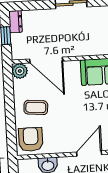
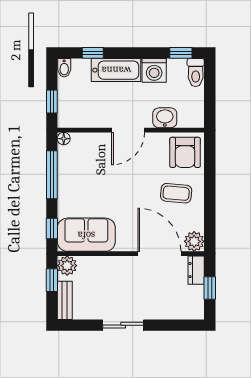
dresser: (15, 22) -> (196, 270), moved
door: (89, 153) -> (128, 130), moved

